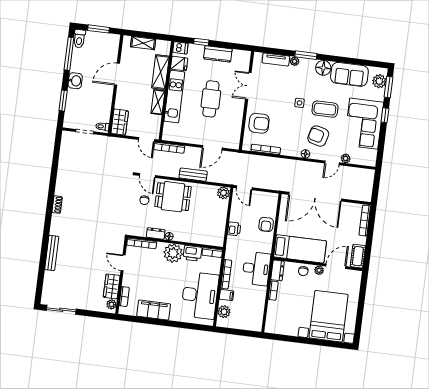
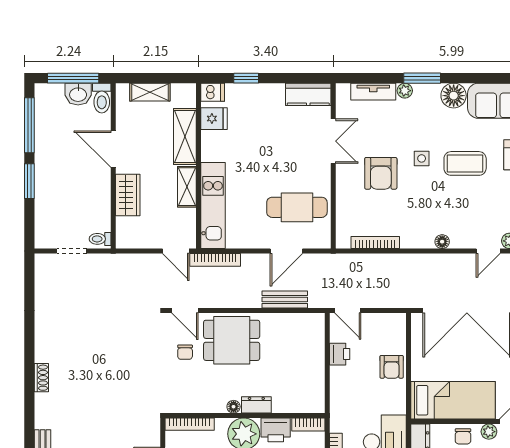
window: (99, 29) -> (73, 78), width x1.44
toilet: (79, 39) -> (102, 98), moved
kitchen counter: (218, 54) -> (308, 94), moved
door: (117, 74) -> (113, 149), hinge flipped
washbasin: (75, 81) -> (78, 94), moved, turned 90
double door: (248, 86) -> (333, 141), swing flipped
kitchen unit: (174, 97) -> (213, 206), moved
cafe table: (211, 99) -> (297, 207), moved, turned 90
window: (63, 101) -> (29, 181), moved
wardrobe: (120, 122) -> (128, 195), moved
armchair: (259, 123) -> (381, 173), moved, turned 90
armchair: (318, 136) -> (460, 210), removed
bench: (193, 175) -> (285, 300), moved
plant: (223, 193) -> (314, 323), removed
printer: (234, 229) -> (340, 354), moved
dresser: (156, 233) -> (256, 405), moved

